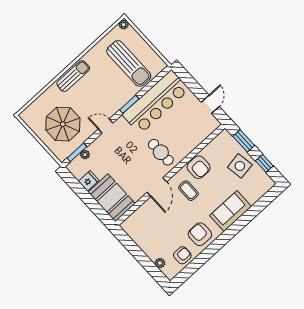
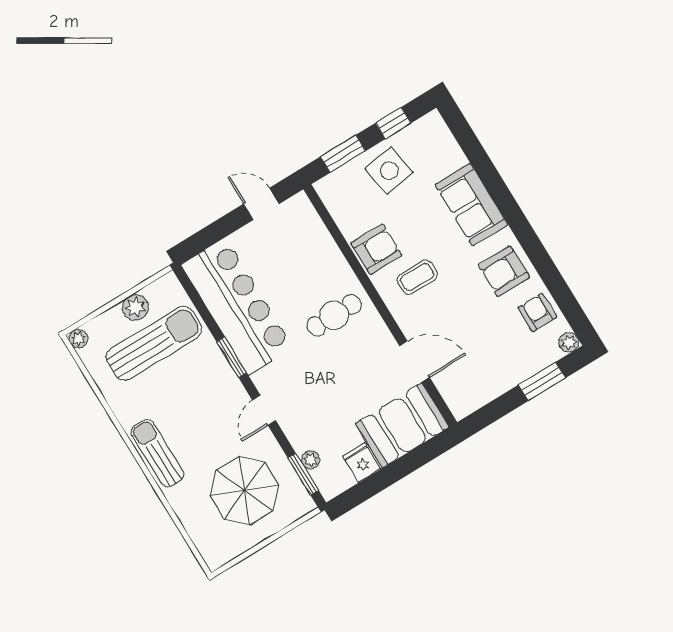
plant: (145, 50) -> (135, 307), added
door: (157, 187) -> (414, 361), moved
plant: (160, 263) -> (569, 342), moved
window: (148, 264) -> (542, 381), added

